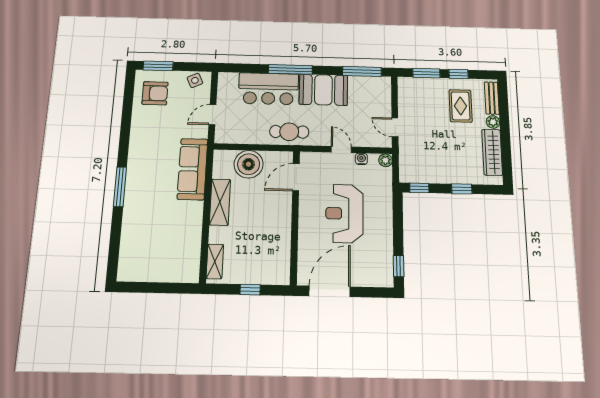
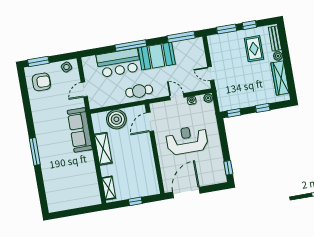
reception desk: (344, 213) -> (187, 140), turned 90

